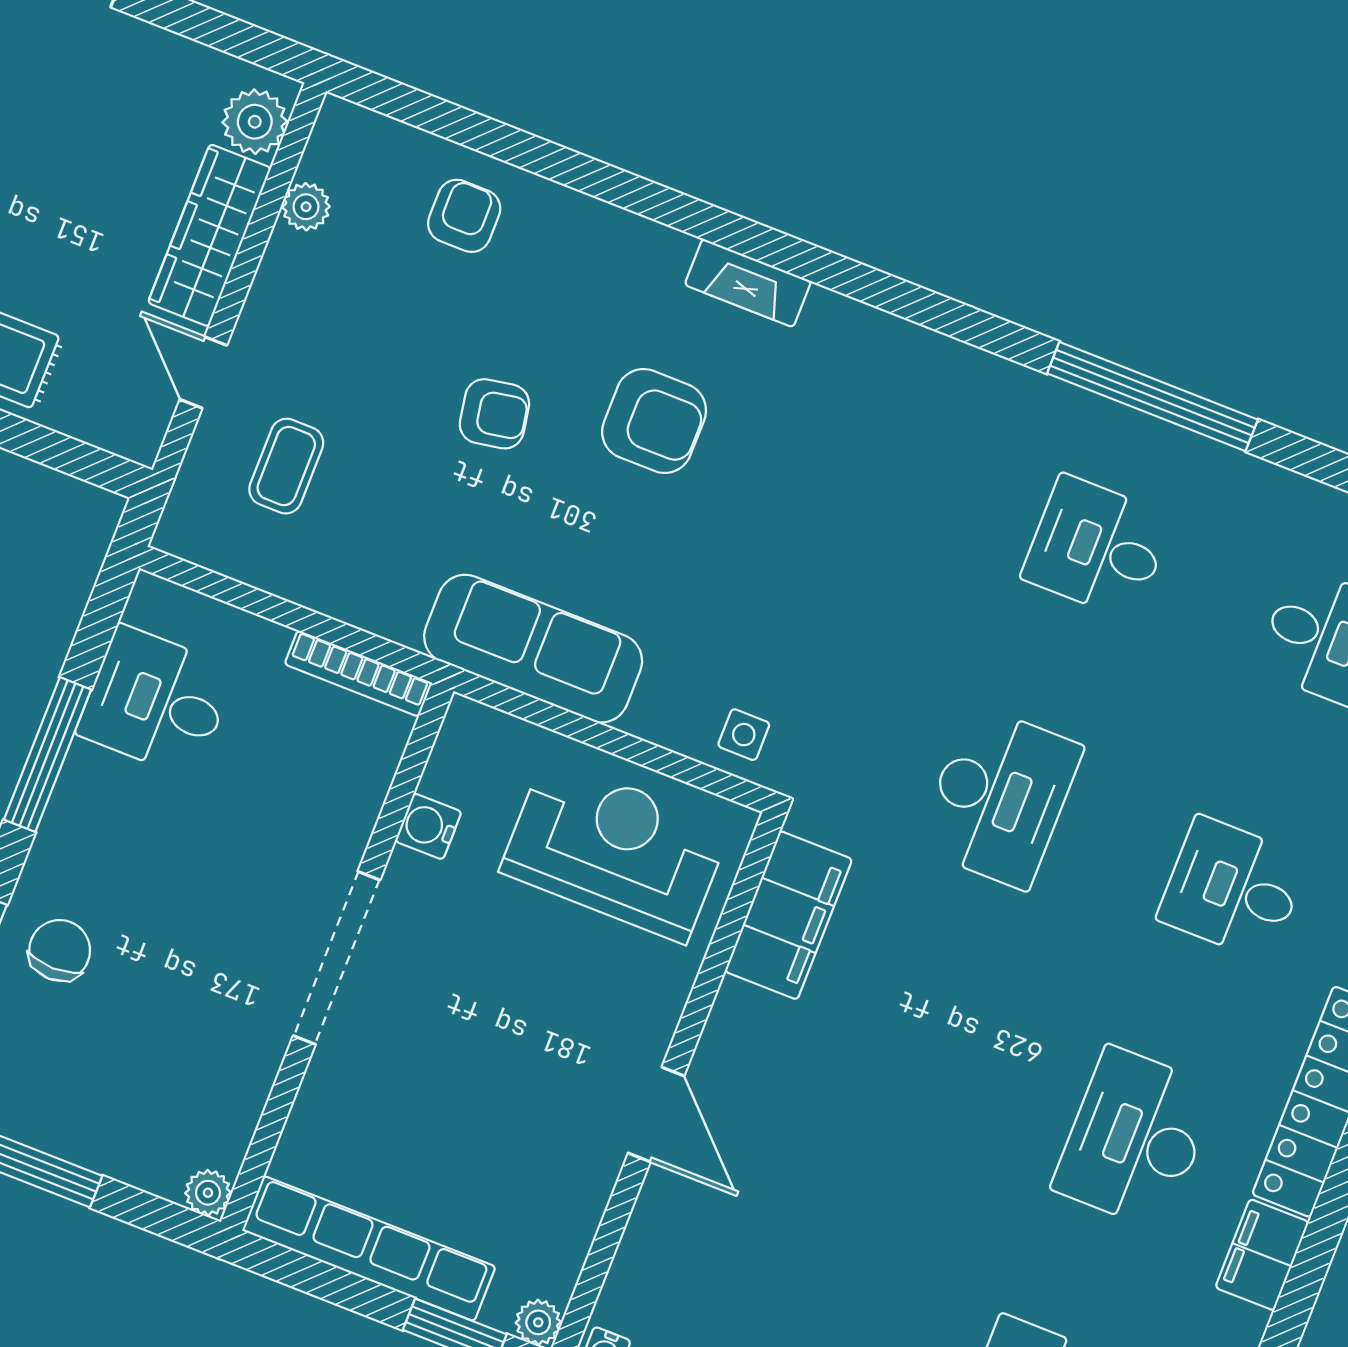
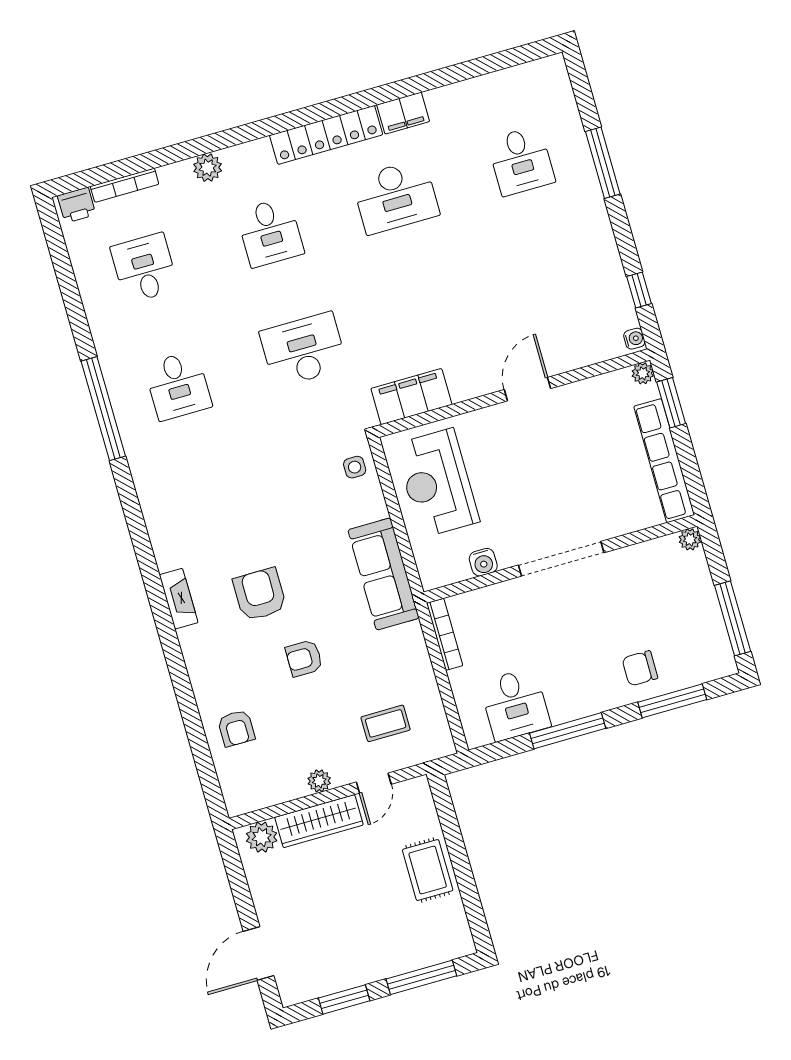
plant: (306, 207) -> (319, 781), moved
armchair: (464, 216) -> (236, 728), turned -90
armchair: (494, 414) -> (304, 658), turned -80

